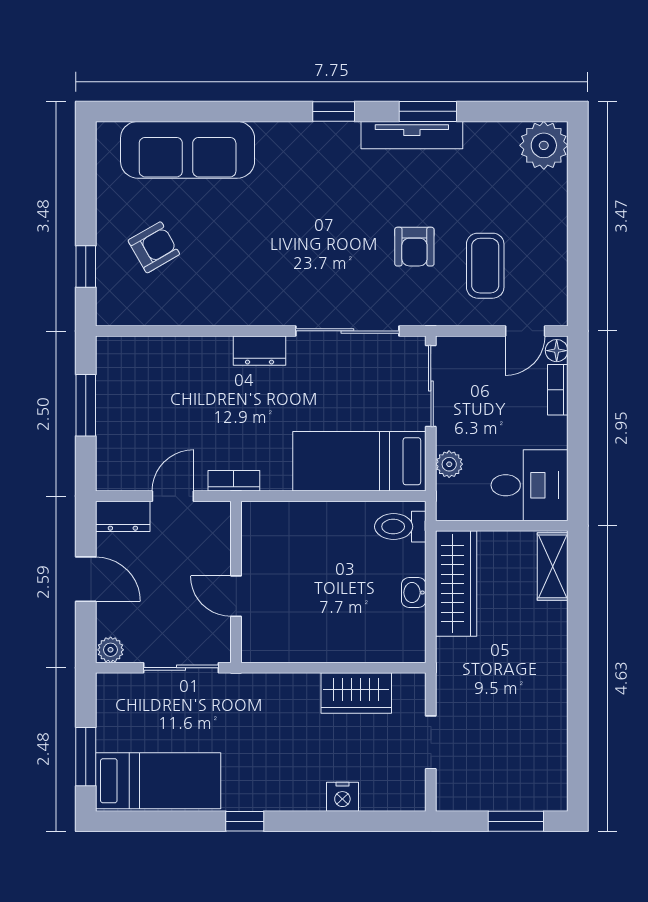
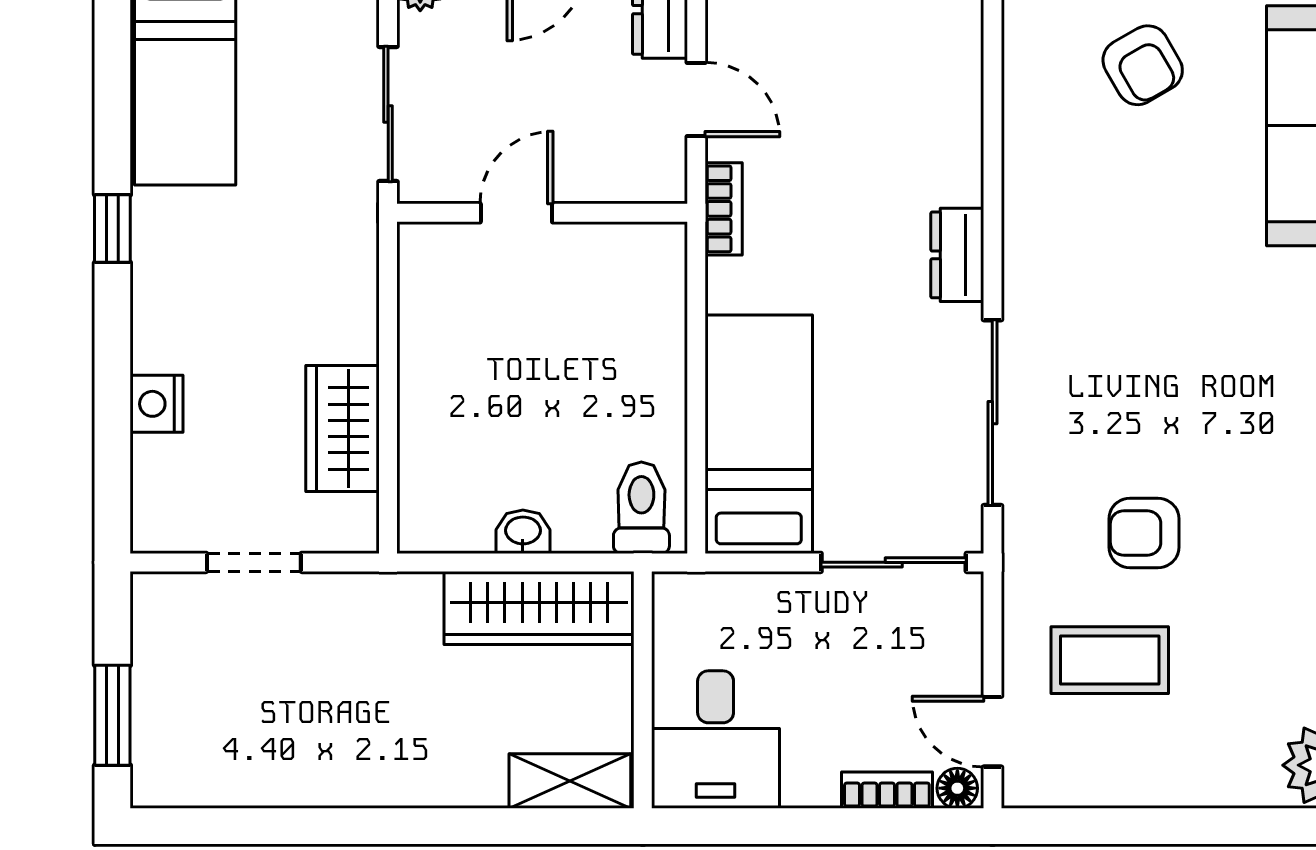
plant: (449, 464) -> (753, 595), removed

